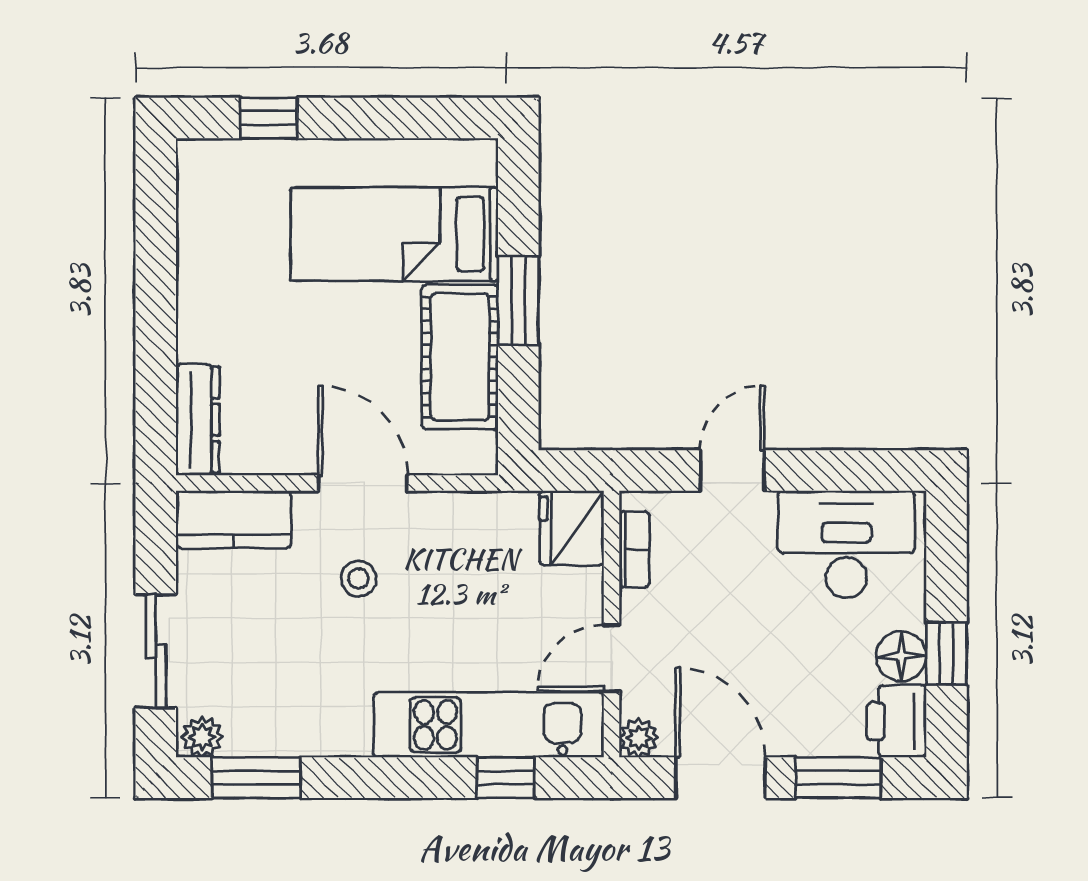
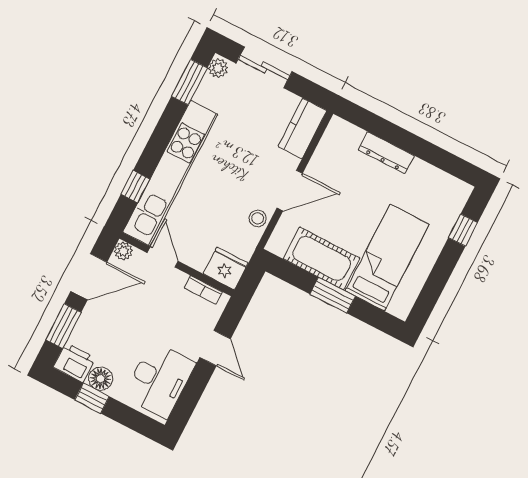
dresser: (198, 420) -> (386, 153), moved
stool: (359, 579) -> (258, 218), moved
kitchen unit: (489, 725) -> (170, 173), width x1.36

